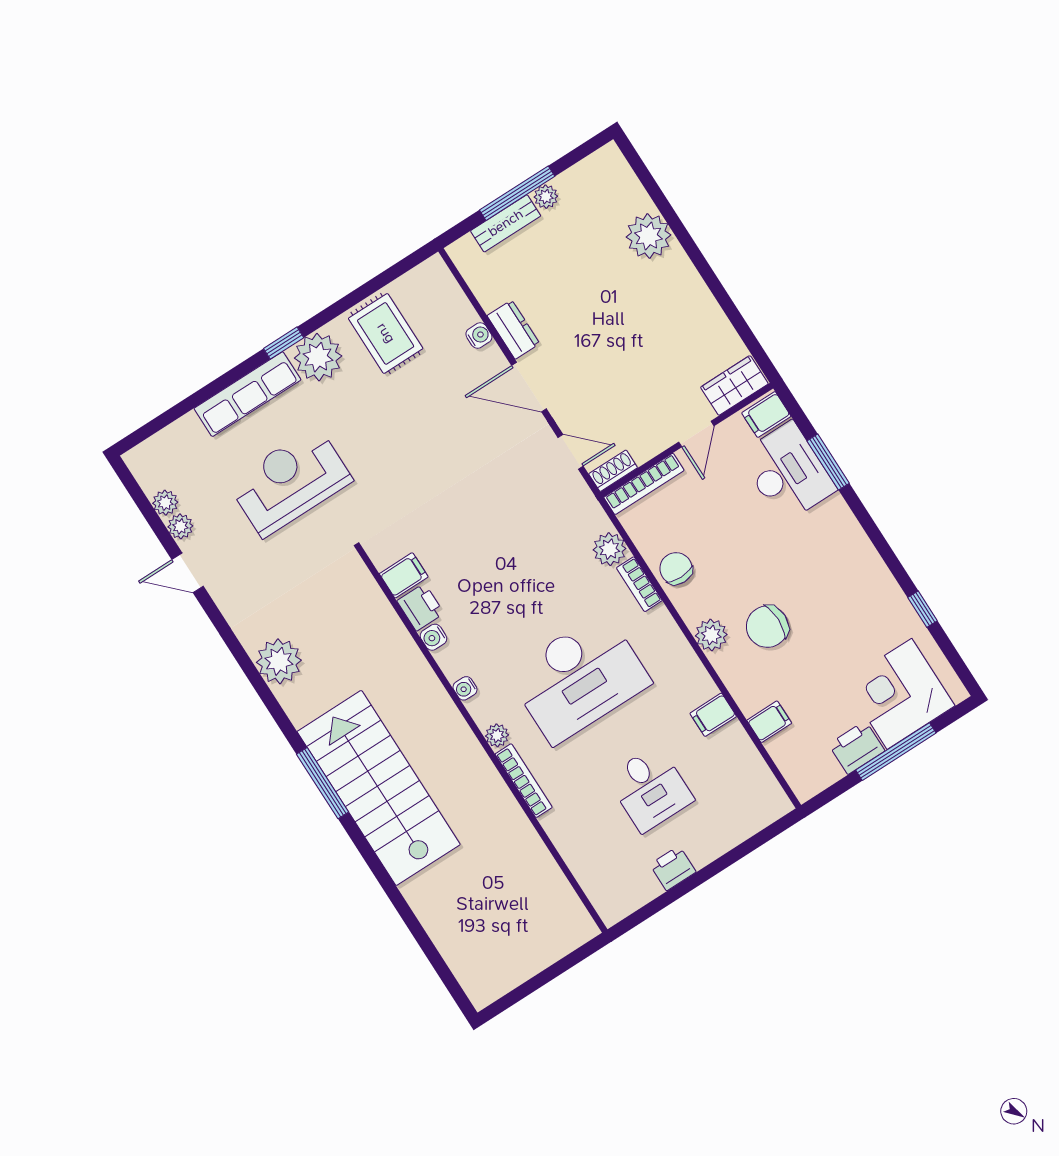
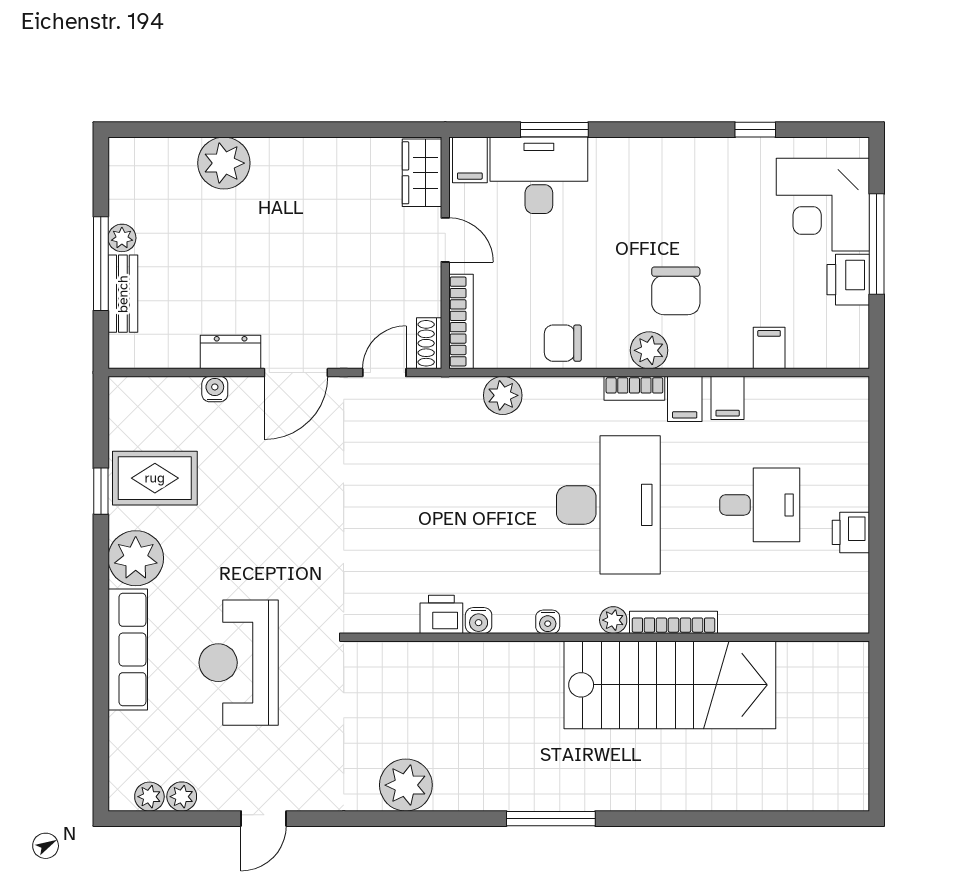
window: (284, 343) -> (101, 491), moved
plant: (180, 526) -> (149, 797), moved
filing cabinet: (404, 575) -> (685, 399), moved, turned 180
bookcase: (639, 584) -> (634, 388), moved
stairs: (379, 788) -> (670, 685), moved, turned 180

